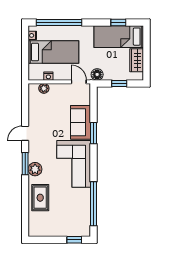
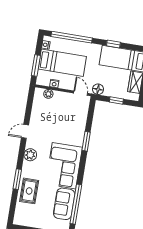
window: (118, 22) -> (113, 44), moved
window: (25, 60) -> (36, 65), added
sofa: (81, 122) -> (64, 204), moved
window: (25, 164) -> (17, 179), moved
plant: (35, 169) -> (30, 155), moved

